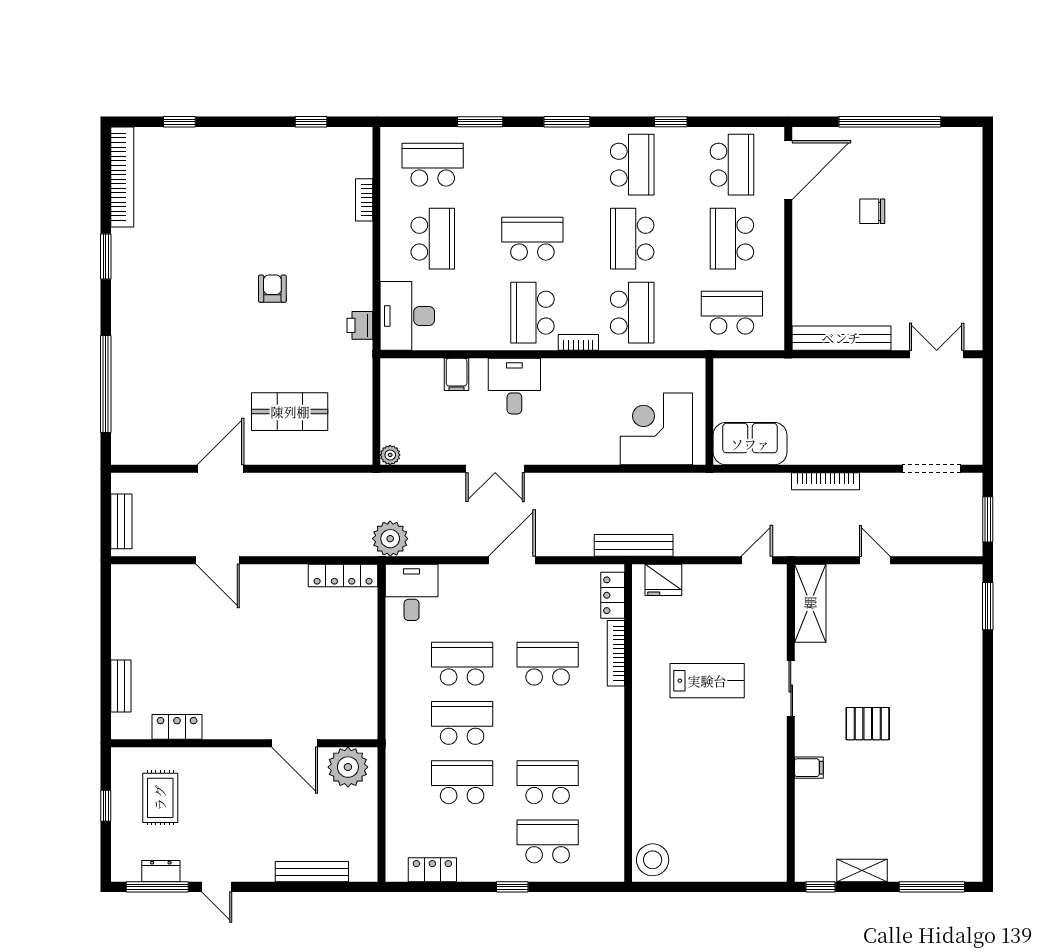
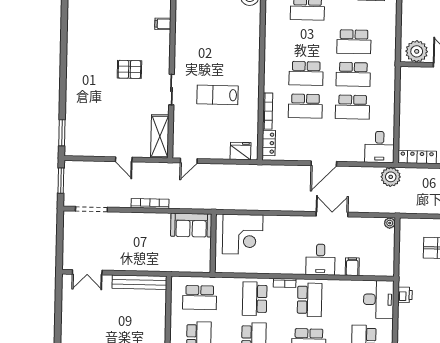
bench: (634, 545) -> (257, 170), removed
filing cabinet: (809, 768) -> (163, 24), moved
school desk: (548, 782) -> (306, 73), moved

